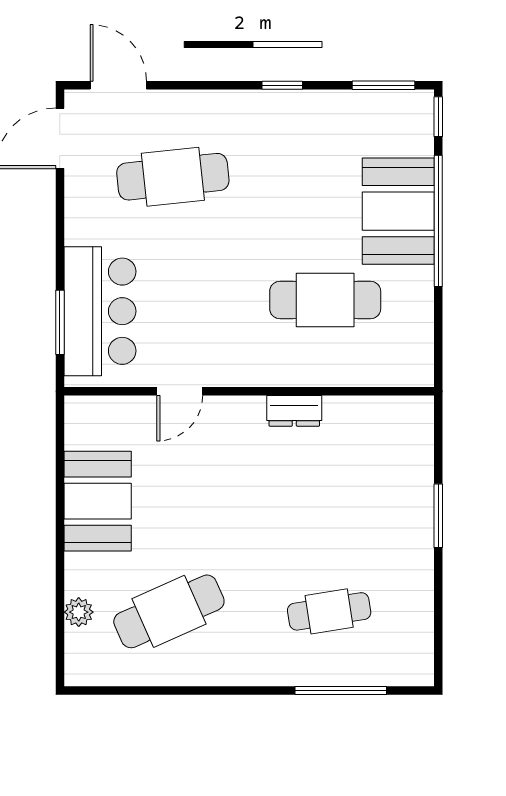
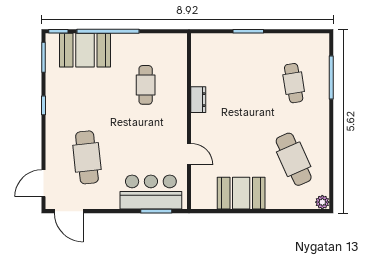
booth: (398, 211) -> (85, 50), moved
cafe table: (325, 300) -> (146, 85), width x0.73, depth x0.74
plant: (79, 612) -> (322, 202), moved

